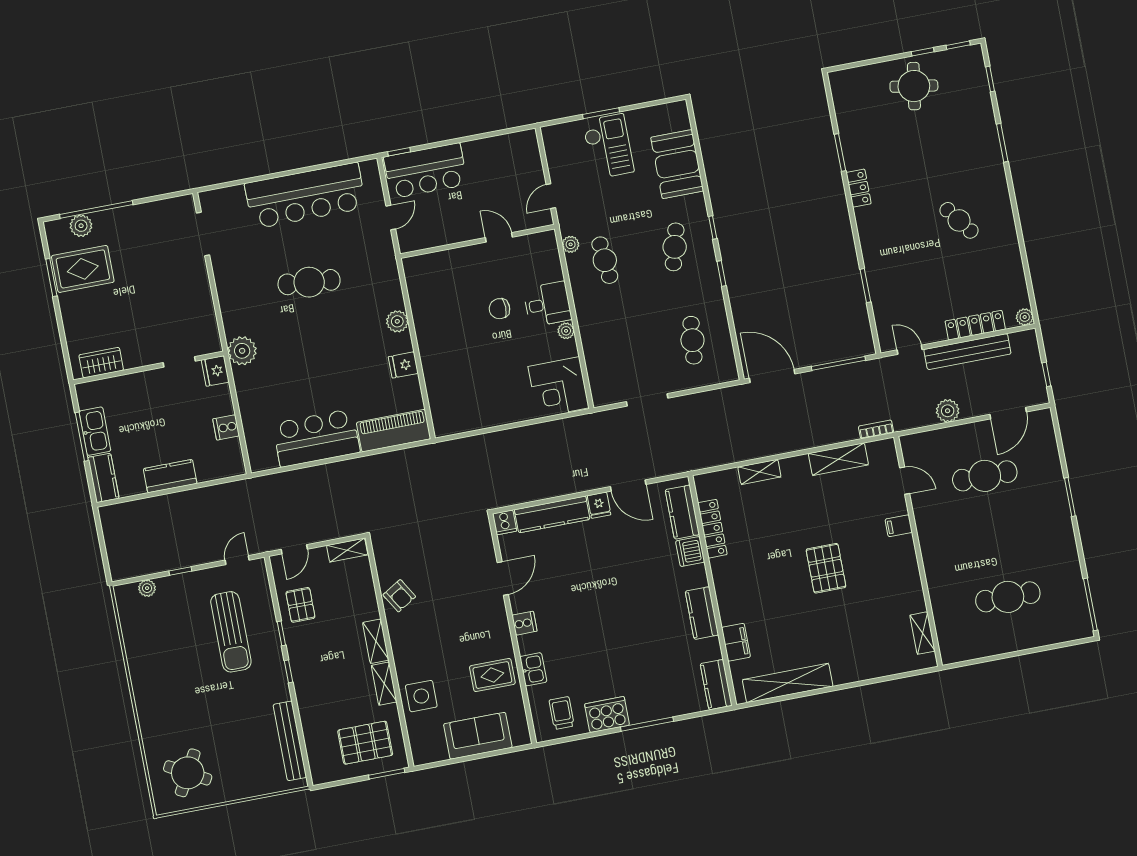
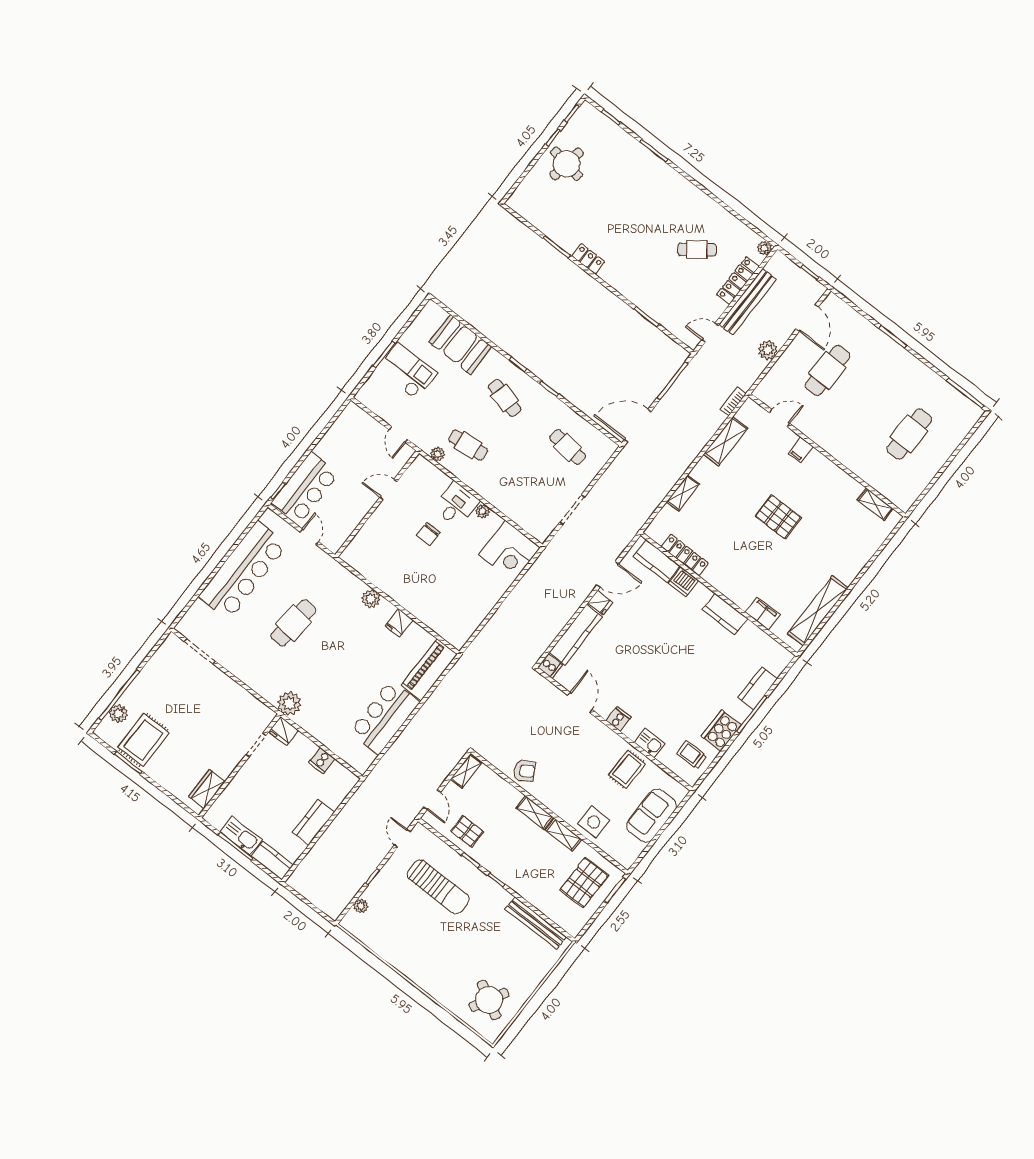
cafe table: (959, 220) -> (697, 250), moved
kitchen counter: (716, 685) -> (757, 688), moved, turned 90

